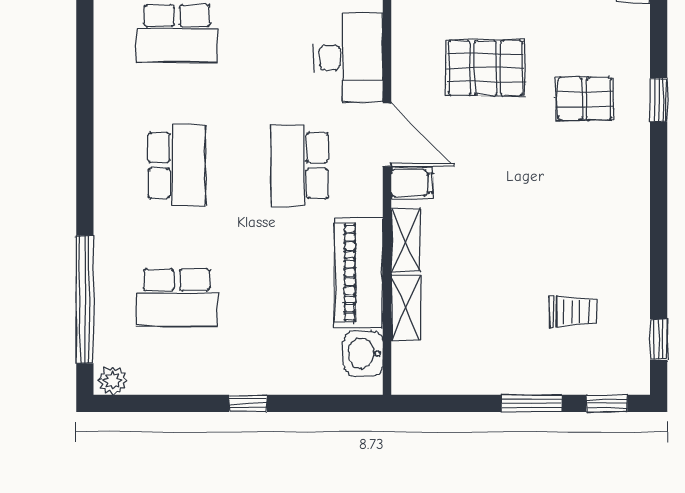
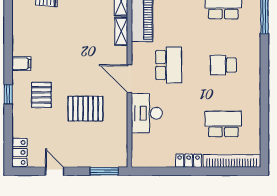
pallet: (584, 99) -> (41, 95), turned 90
school desk: (177, 165) -> (223, 65), width x0.54
filing cabinet: (412, 183) -> (21, 64), moved, turned 180

